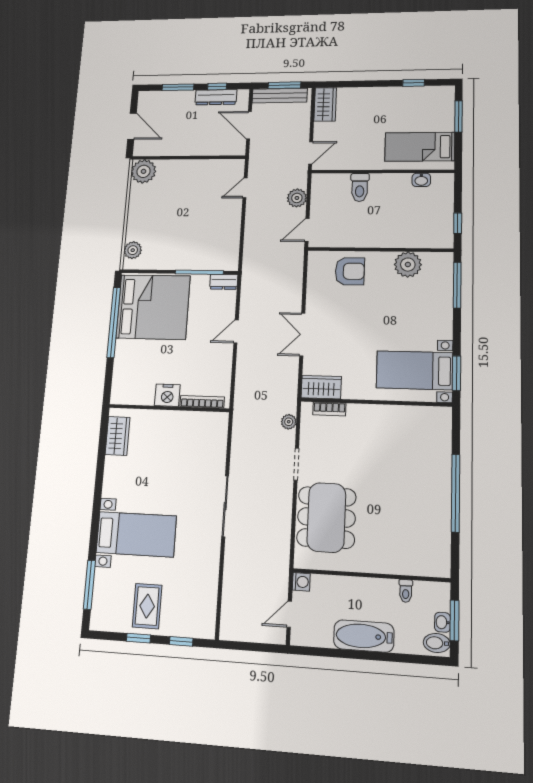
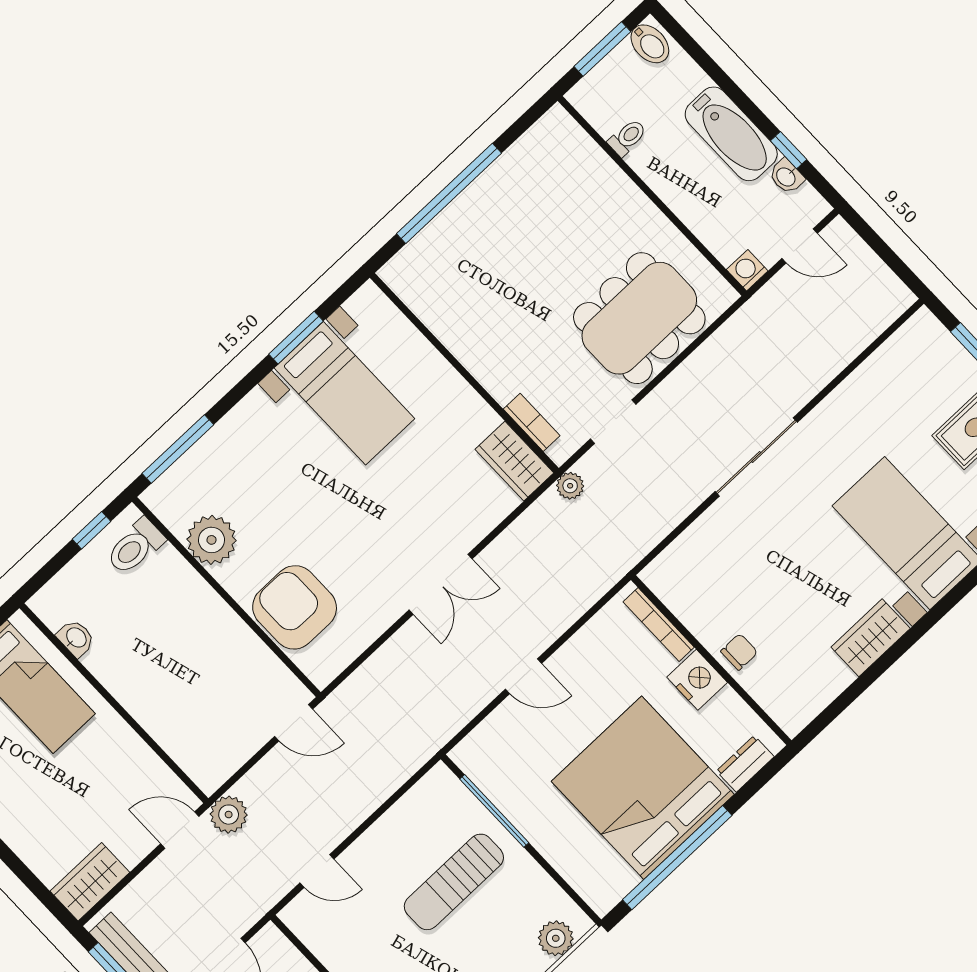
toilet: (360, 187) -> (135, 547), moved, turned 180
plant: (297, 198) -> (229, 815), moved
sun lounger: (190, 233) -> (454, 882), added
armchair: (350, 271) -> (295, 607), width x1.36, depth x1.36
dresser: (224, 282) -> (745, 764), moved, turned -90
bed: (153, 307) -> (643, 788), moved
wardrobe: (321, 387) -> (514, 461), moved
wall: (376, 402) -> (464, 373), moved
bookcase: (329, 409) -> (532, 422), moved
chair: (161, 422) -> (739, 652), added
wardrobe: (117, 436) -> (871, 638), moved
washbasin: (443, 622) -> (786, 176), moved, turned 90
window: (333, 653) -> (789, 150), added

